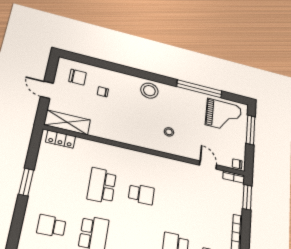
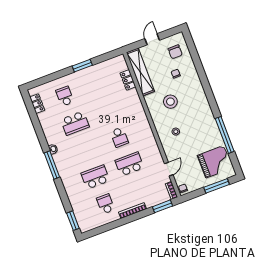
stool: (149, 91) -> (170, 102), moved
grand piano: (223, 115) -> (215, 162), turned -90
shelving: (67, 122) -> (140, 72), width x1.47
locker: (61, 139) -> (128, 80), moved
school desk: (102, 186) -> (129, 164), moved

